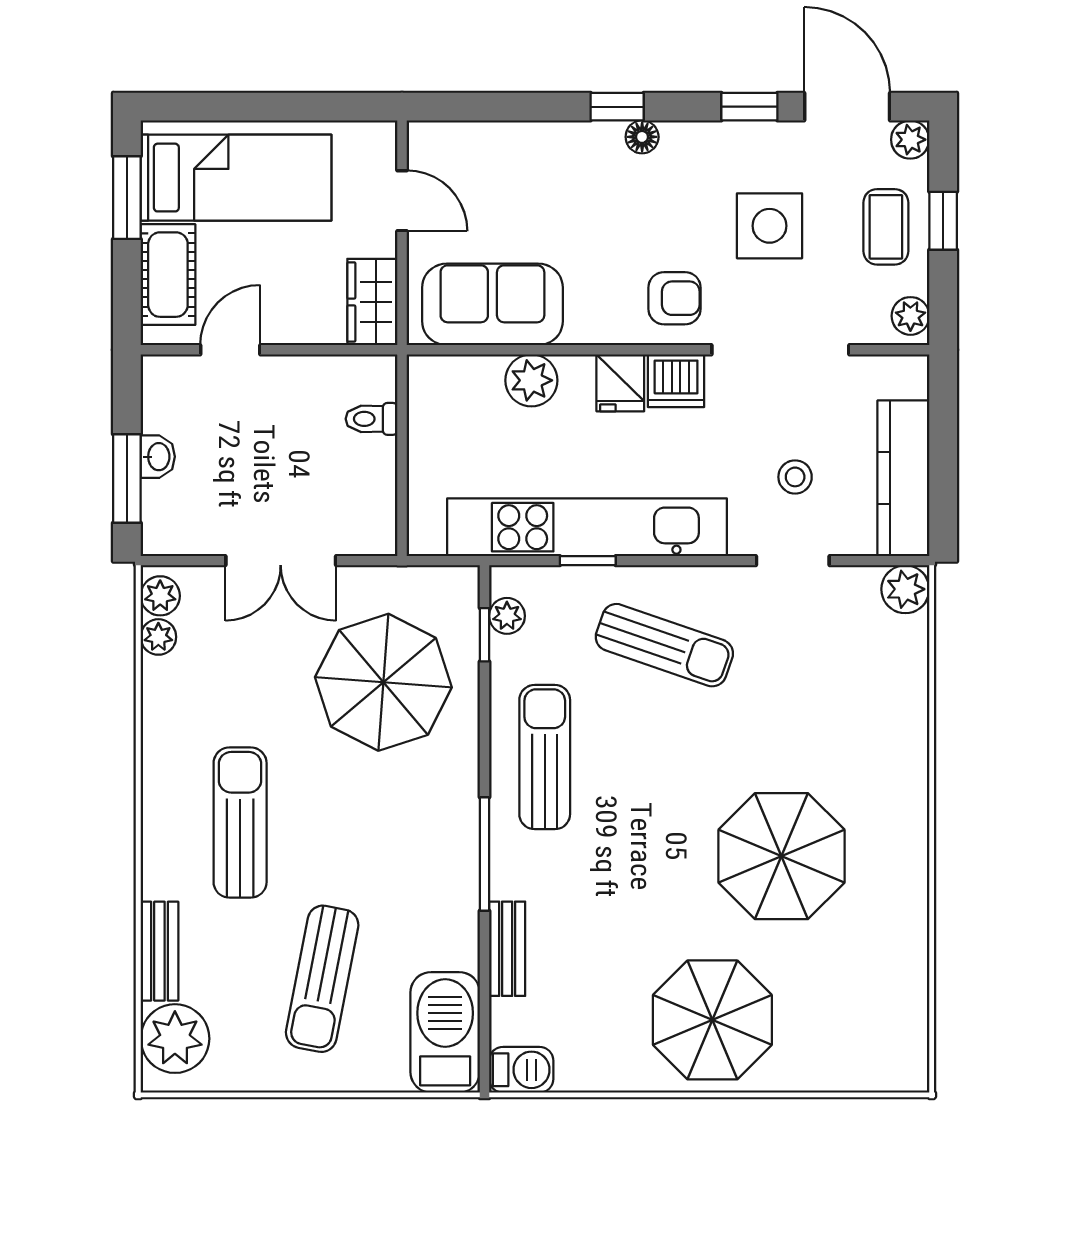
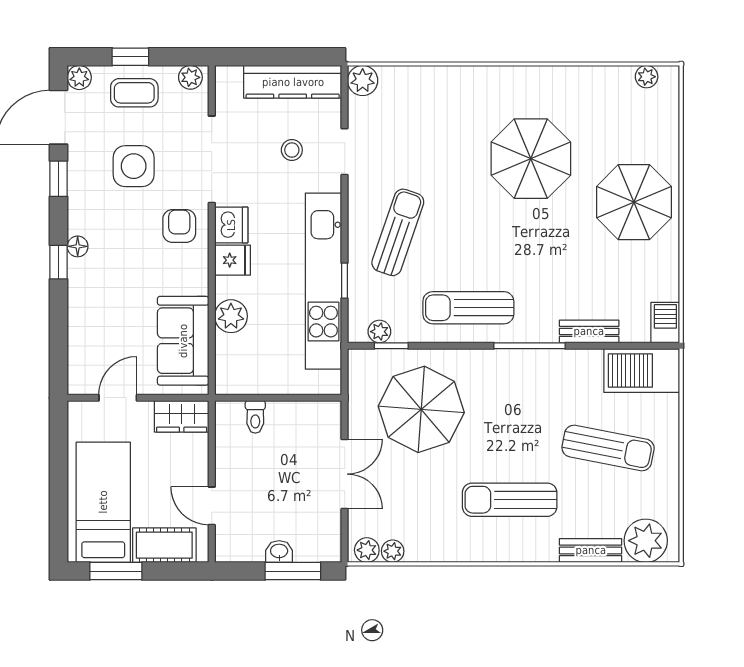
plant: (912, 1040) -> (647, 77), added

